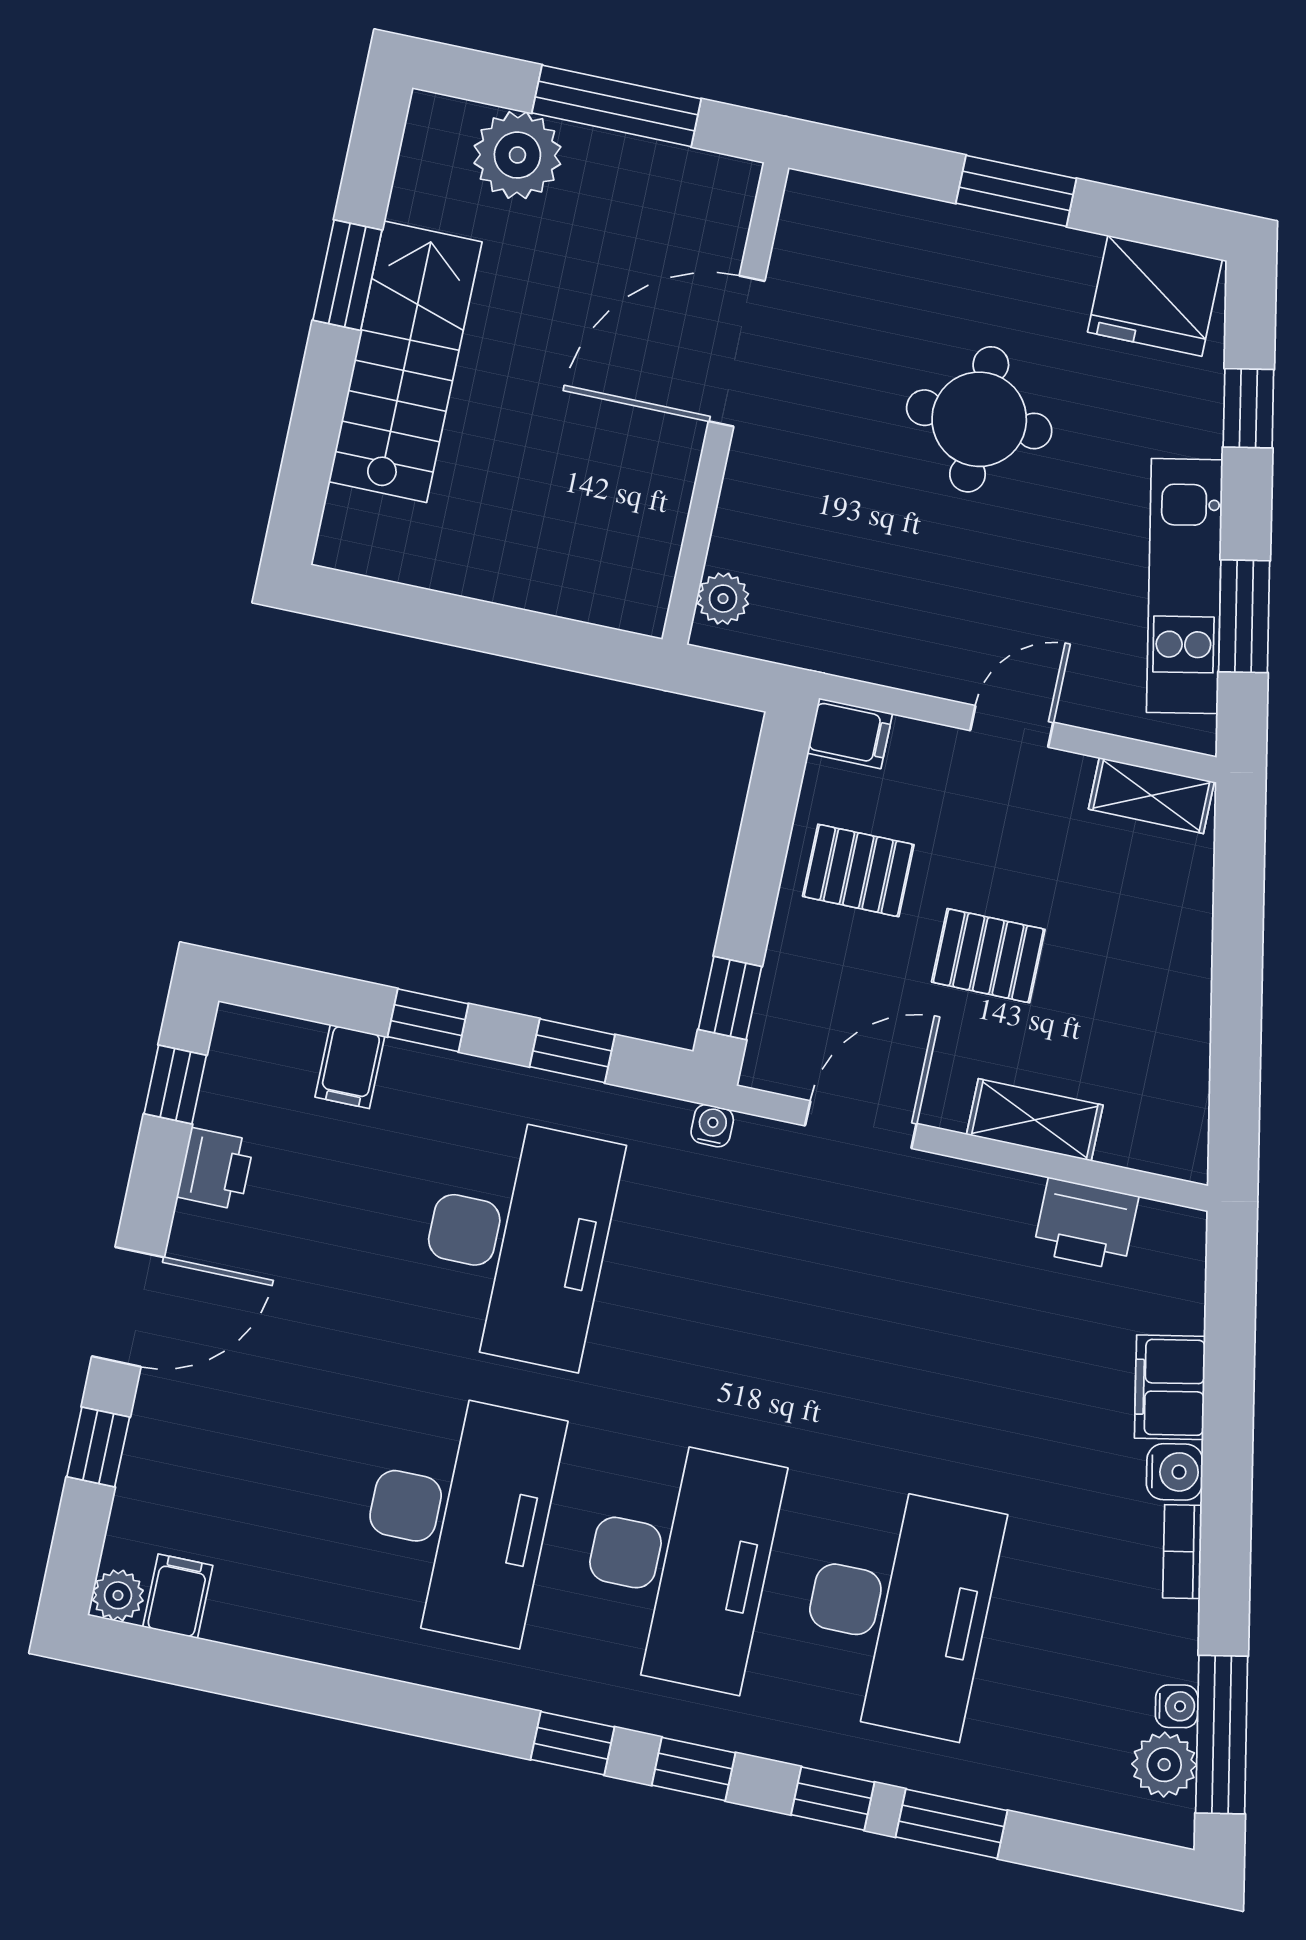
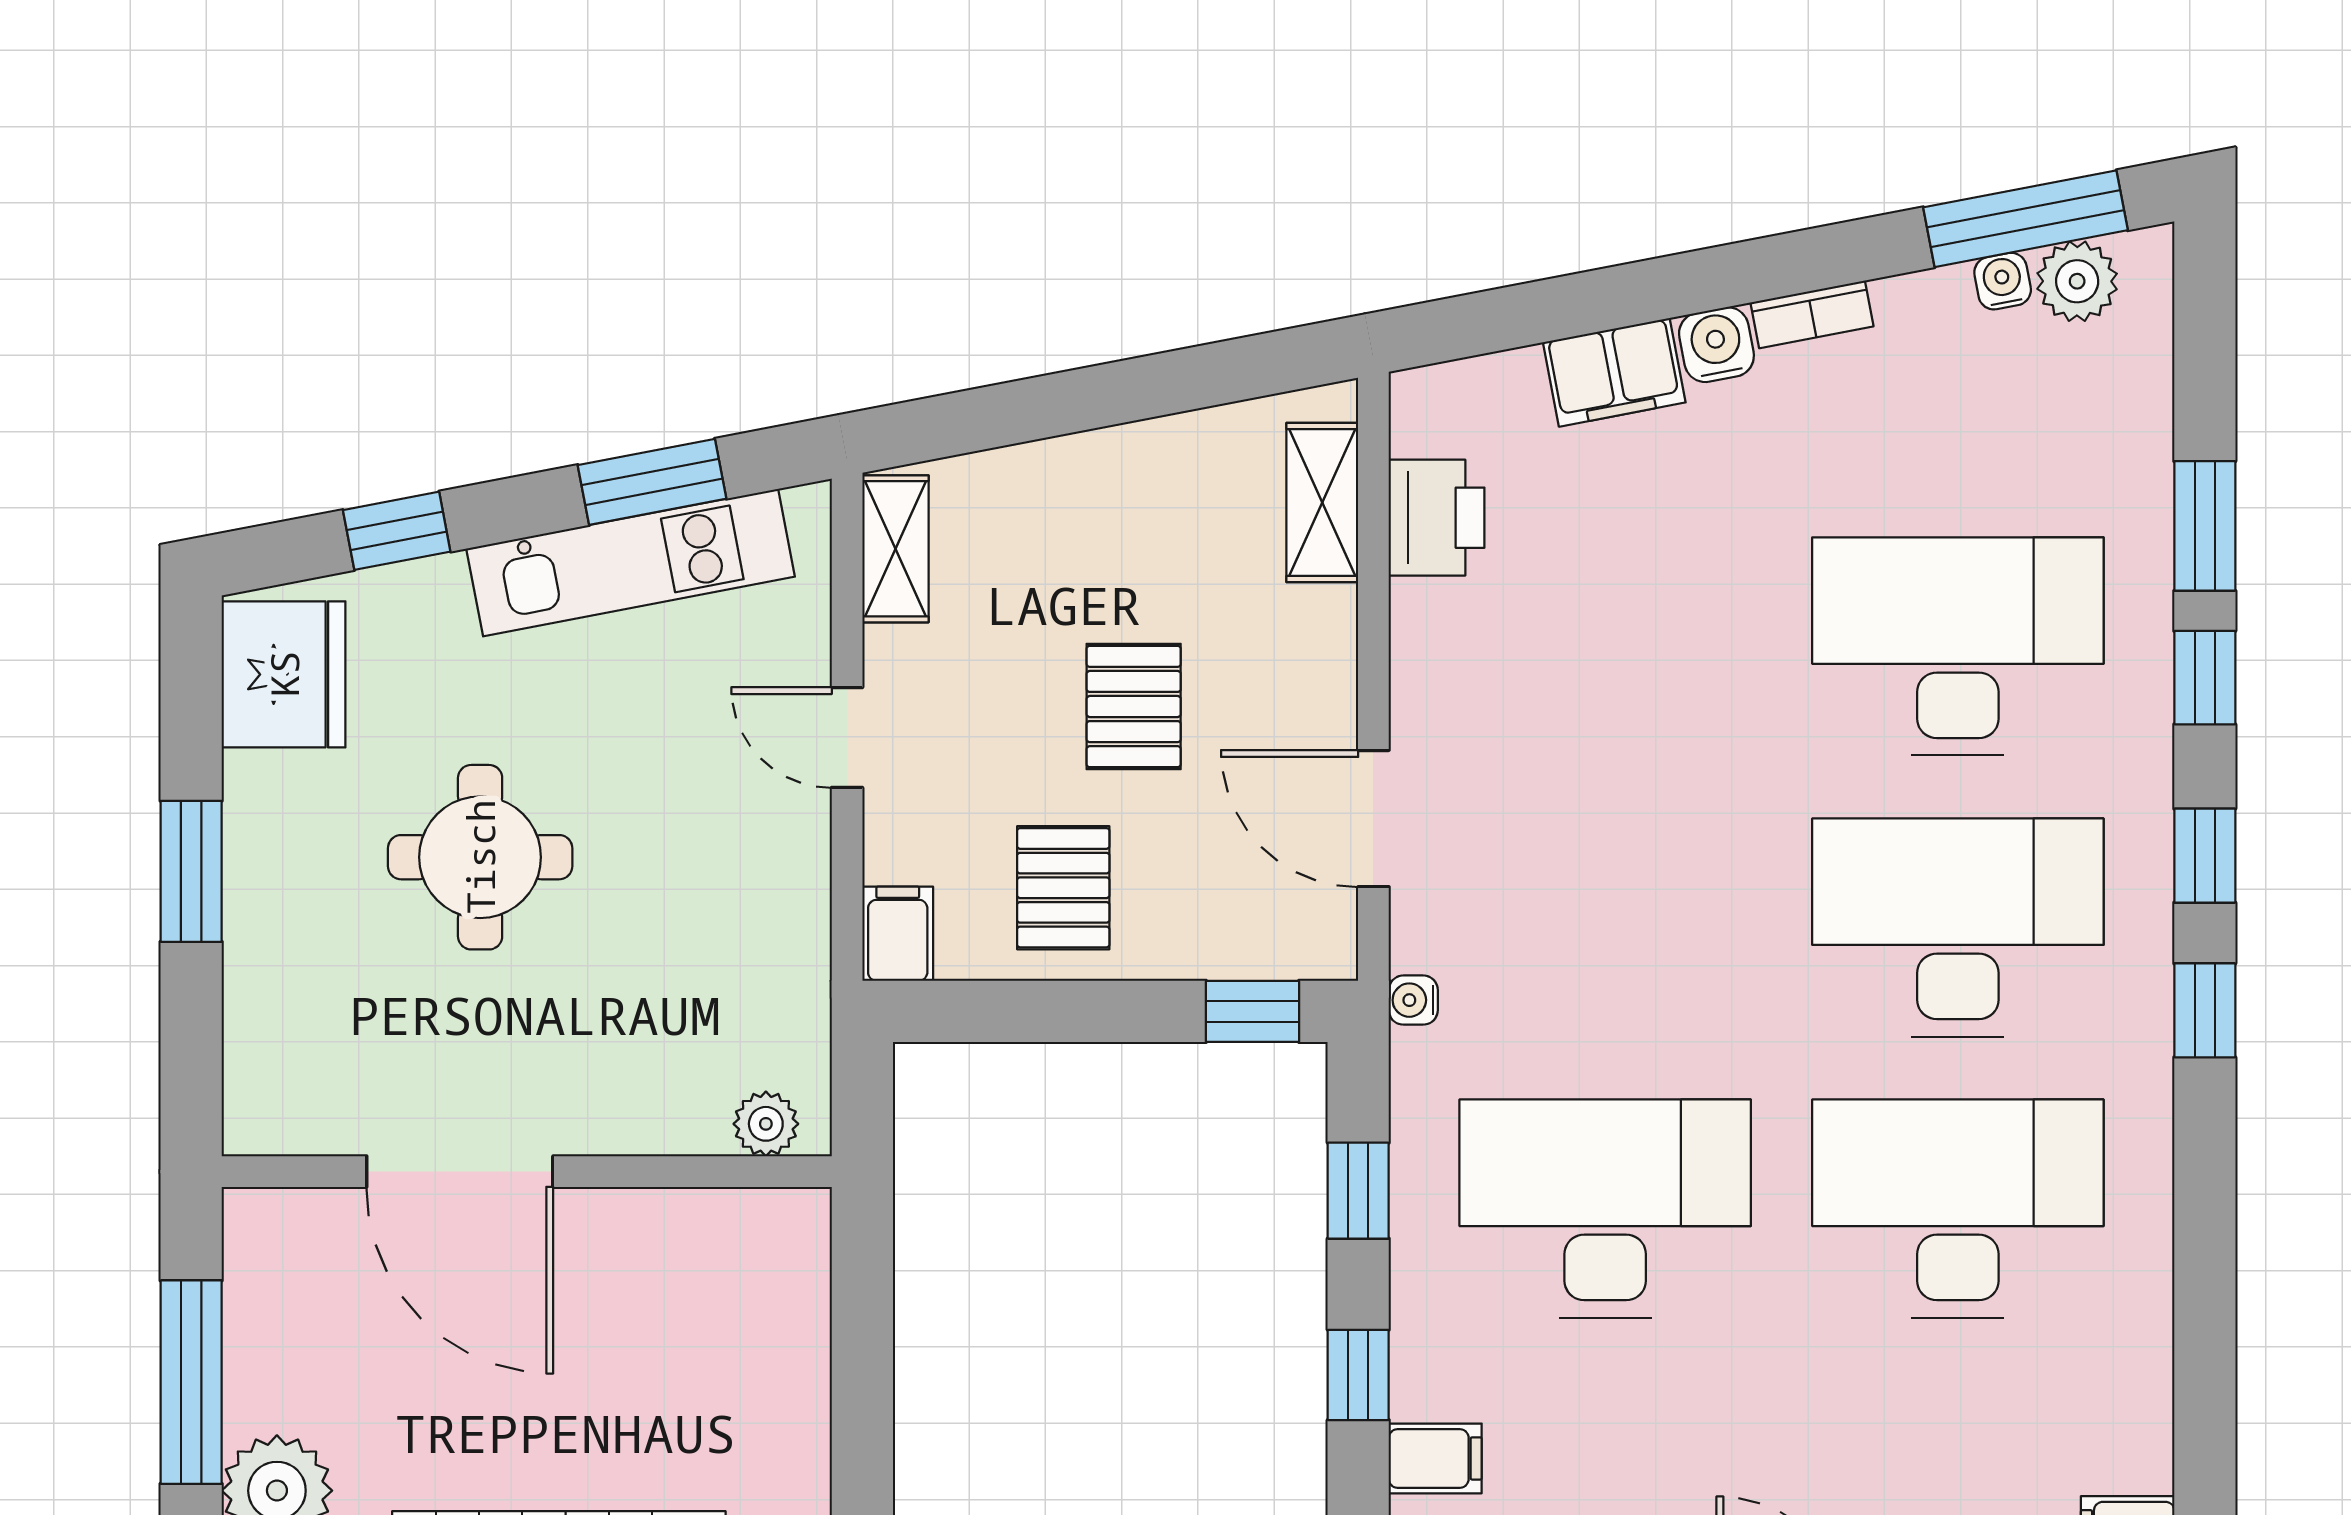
shelving: (1035, 1120) -> (1322, 502), moved

